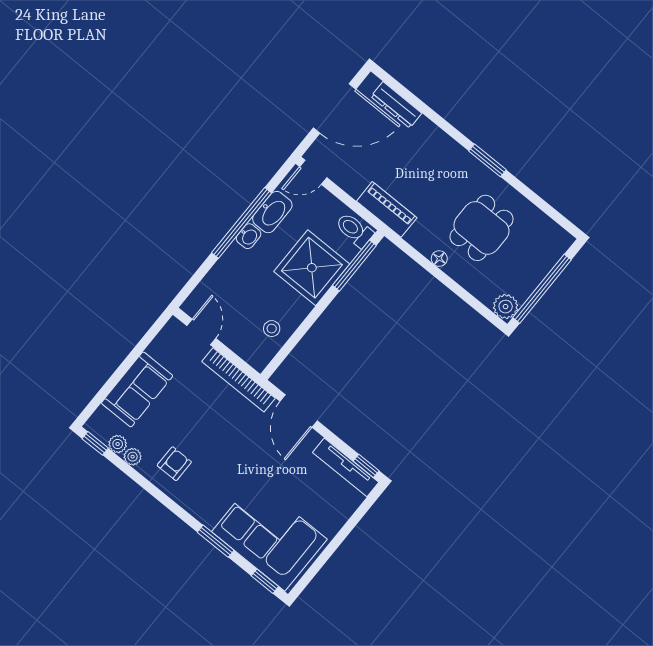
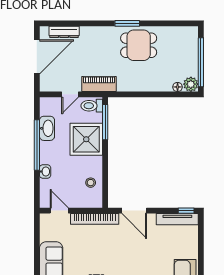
door: (313, 172) -> (70, 94), moved
dining table: (481, 228) -> (139, 45), moved, turned 90
washbasin: (249, 236) -> (45, 172), moved
floor lamp: (439, 259) -> (178, 87), moved

